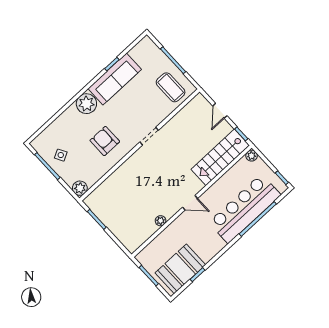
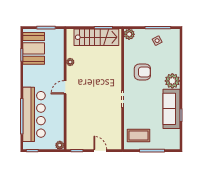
stairs: (220, 157) -> (96, 37), moved, turned 90

